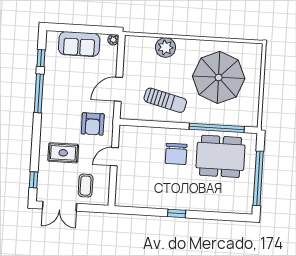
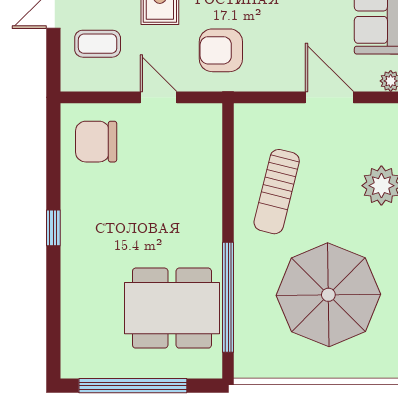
door: (118, 89) -> (329, 97), moved
chair: (176, 154) -> (96, 142), moved
dining table: (221, 156) -> (172, 308), turned 90

